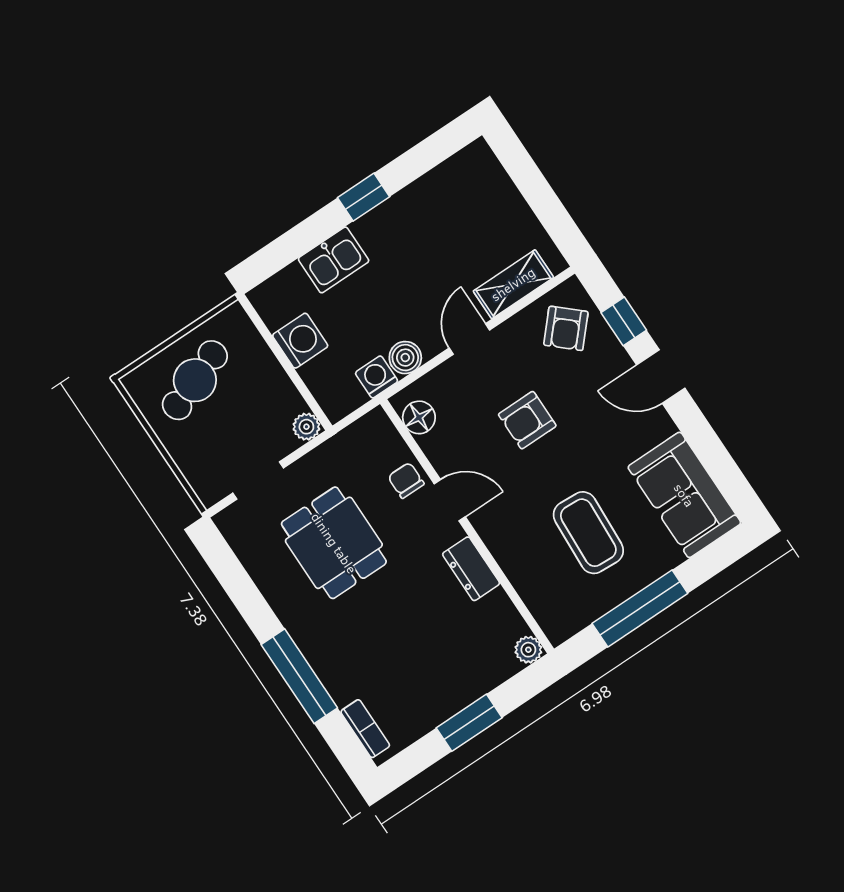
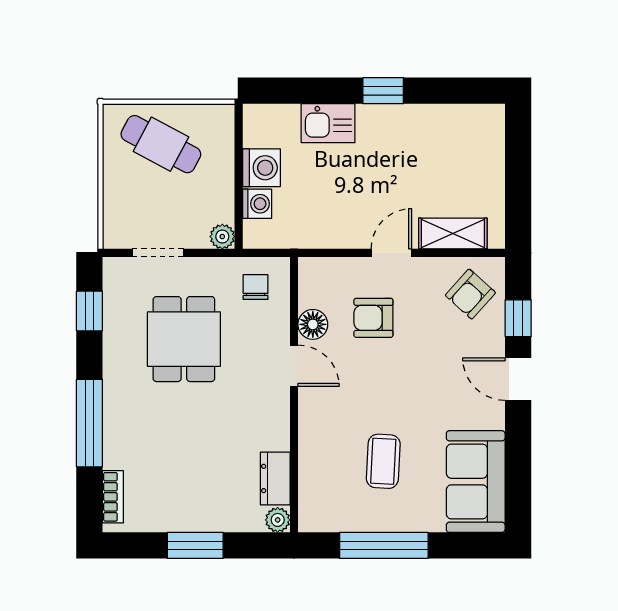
boiler: (405, 358) -> (333, 234), removed
washing machine: (377, 377) -> (257, 204), moved, turned 90
cafe table: (195, 380) -> (161, 144), turned 49
floor lamp: (419, 417) -> (313, 324), moved
armchair: (527, 420) -> (373, 318), moved
chair: (406, 480) -> (256, 287), moved
coffee table: (588, 533) -> (383, 461), width x0.73, depth x0.77
dresser: (471, 569) -> (275, 478), moved
window: (231, 575) -> (89, 311), added

